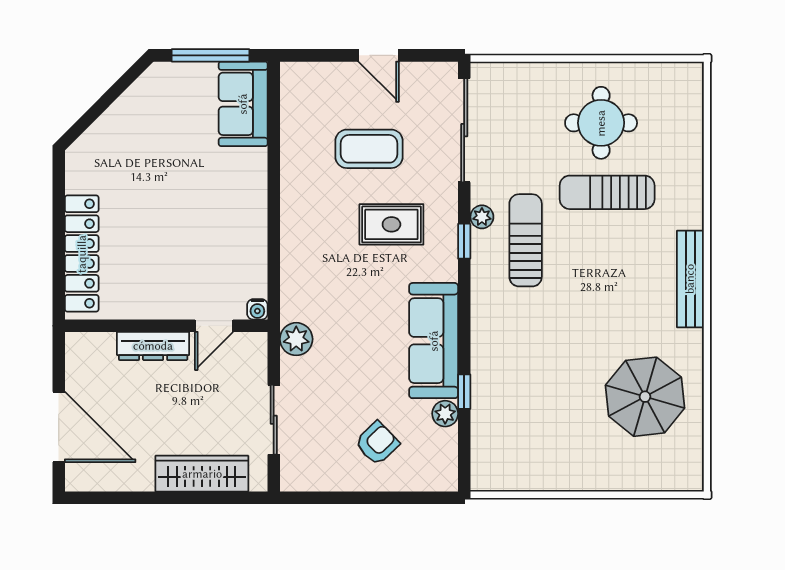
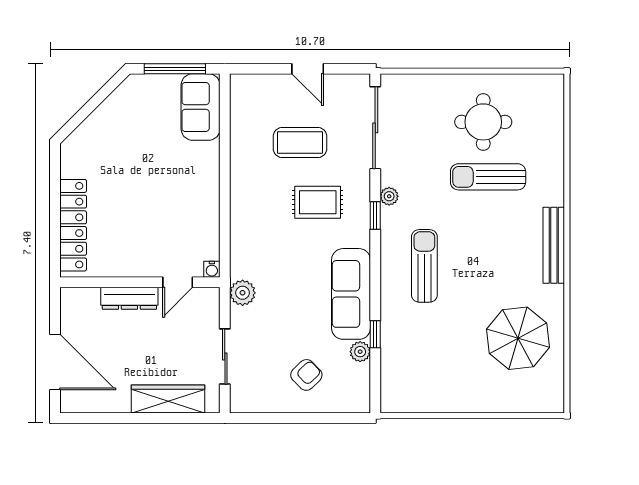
sun lounger: (526, 240) -> (424, 266), moved

